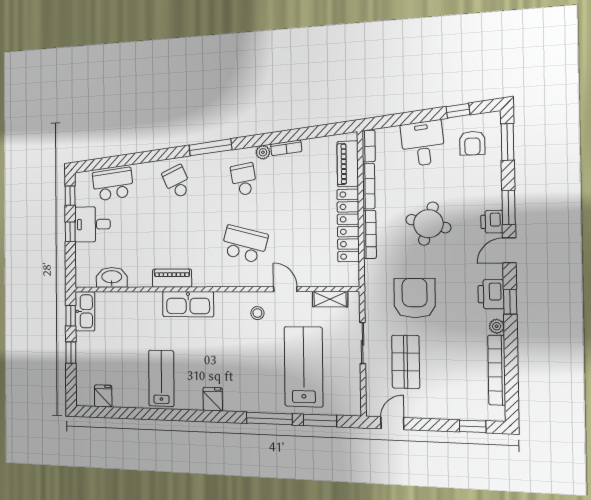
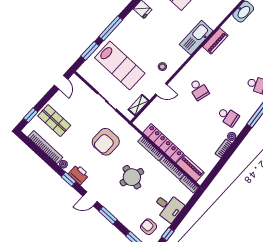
printer: (492, 222) -> (108, 203), removed
school desk: (244, 244) -> (199, 90), width x0.54
door: (509, 250) -> (90, 199), swing flipped
armchair: (415, 298) -> (106, 142), turned 90
shop shelf: (406, 362) -> (54, 121), moved

